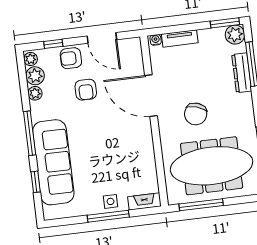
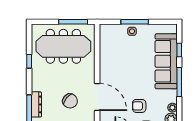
armchair: (86, 90) -> (139, 106), turned -90
chair: (196, 114) -> (70, 101), moved, turned 111
fireplace: (145, 202) -> (110, 28), removed

